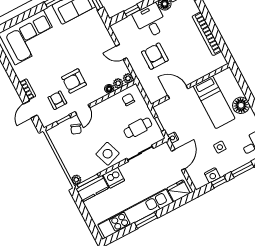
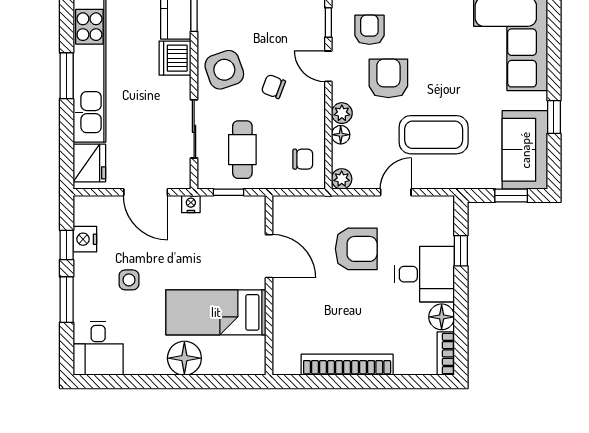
coffee table: (88, 49) -> (434, 135), added
plant: (118, 83) -> (342, 113), moved
door: (178, 92) -> (269, 256), hinge flipped
armchair: (57, 100) -> (369, 30), turned -90
chair: (76, 129) -> (273, 87), moved

